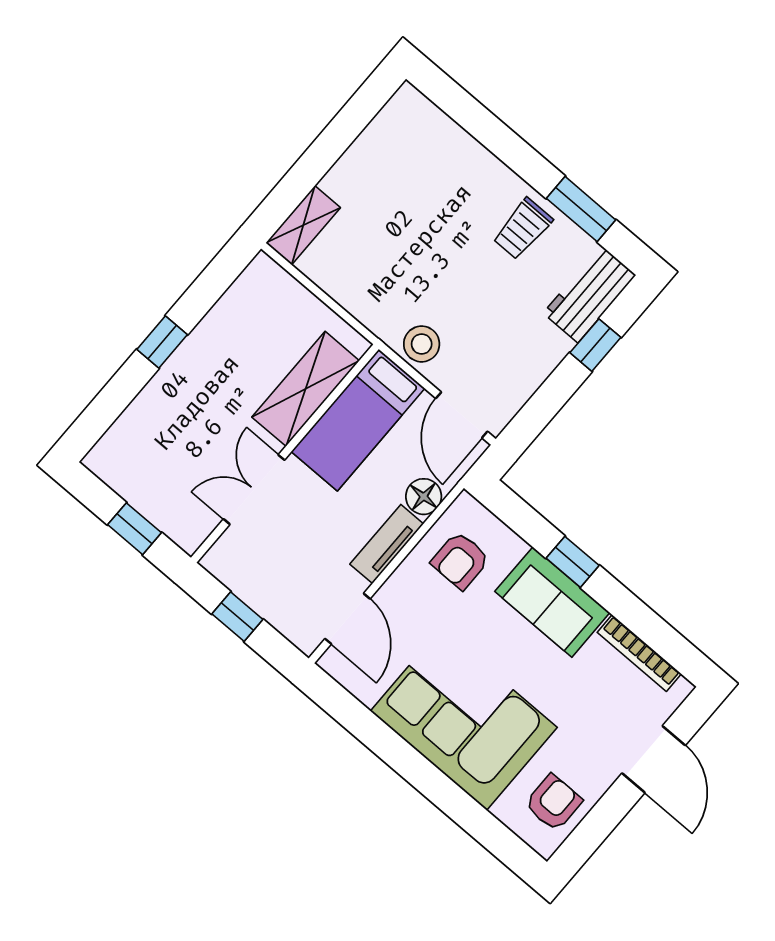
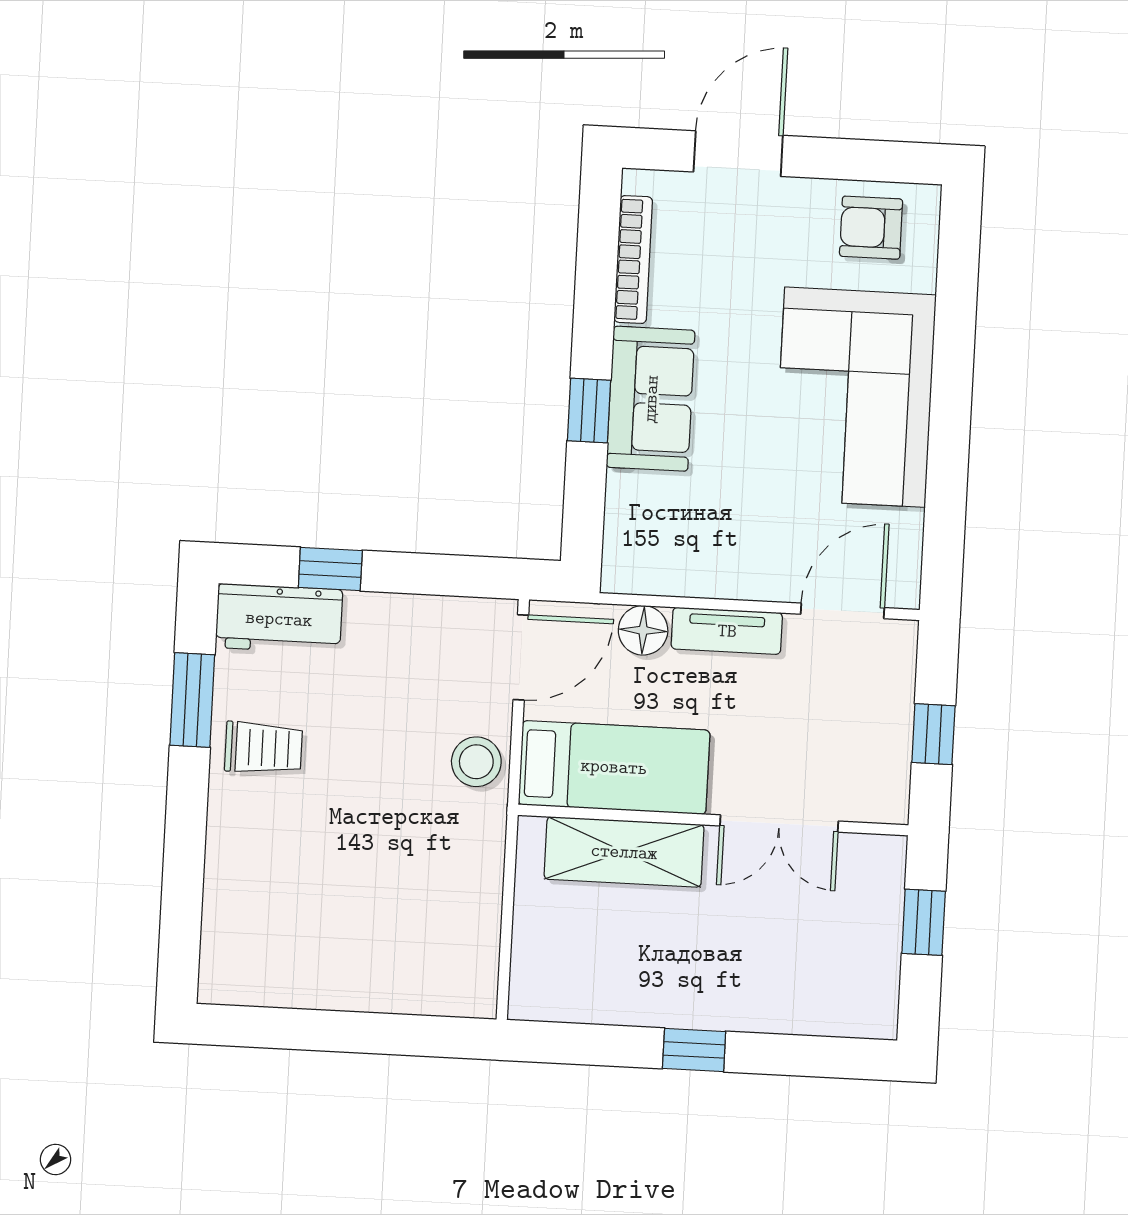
shelving: (303, 225) -> (446, 993), removed
armchair: (460, 560) -> (683, 536), removed

